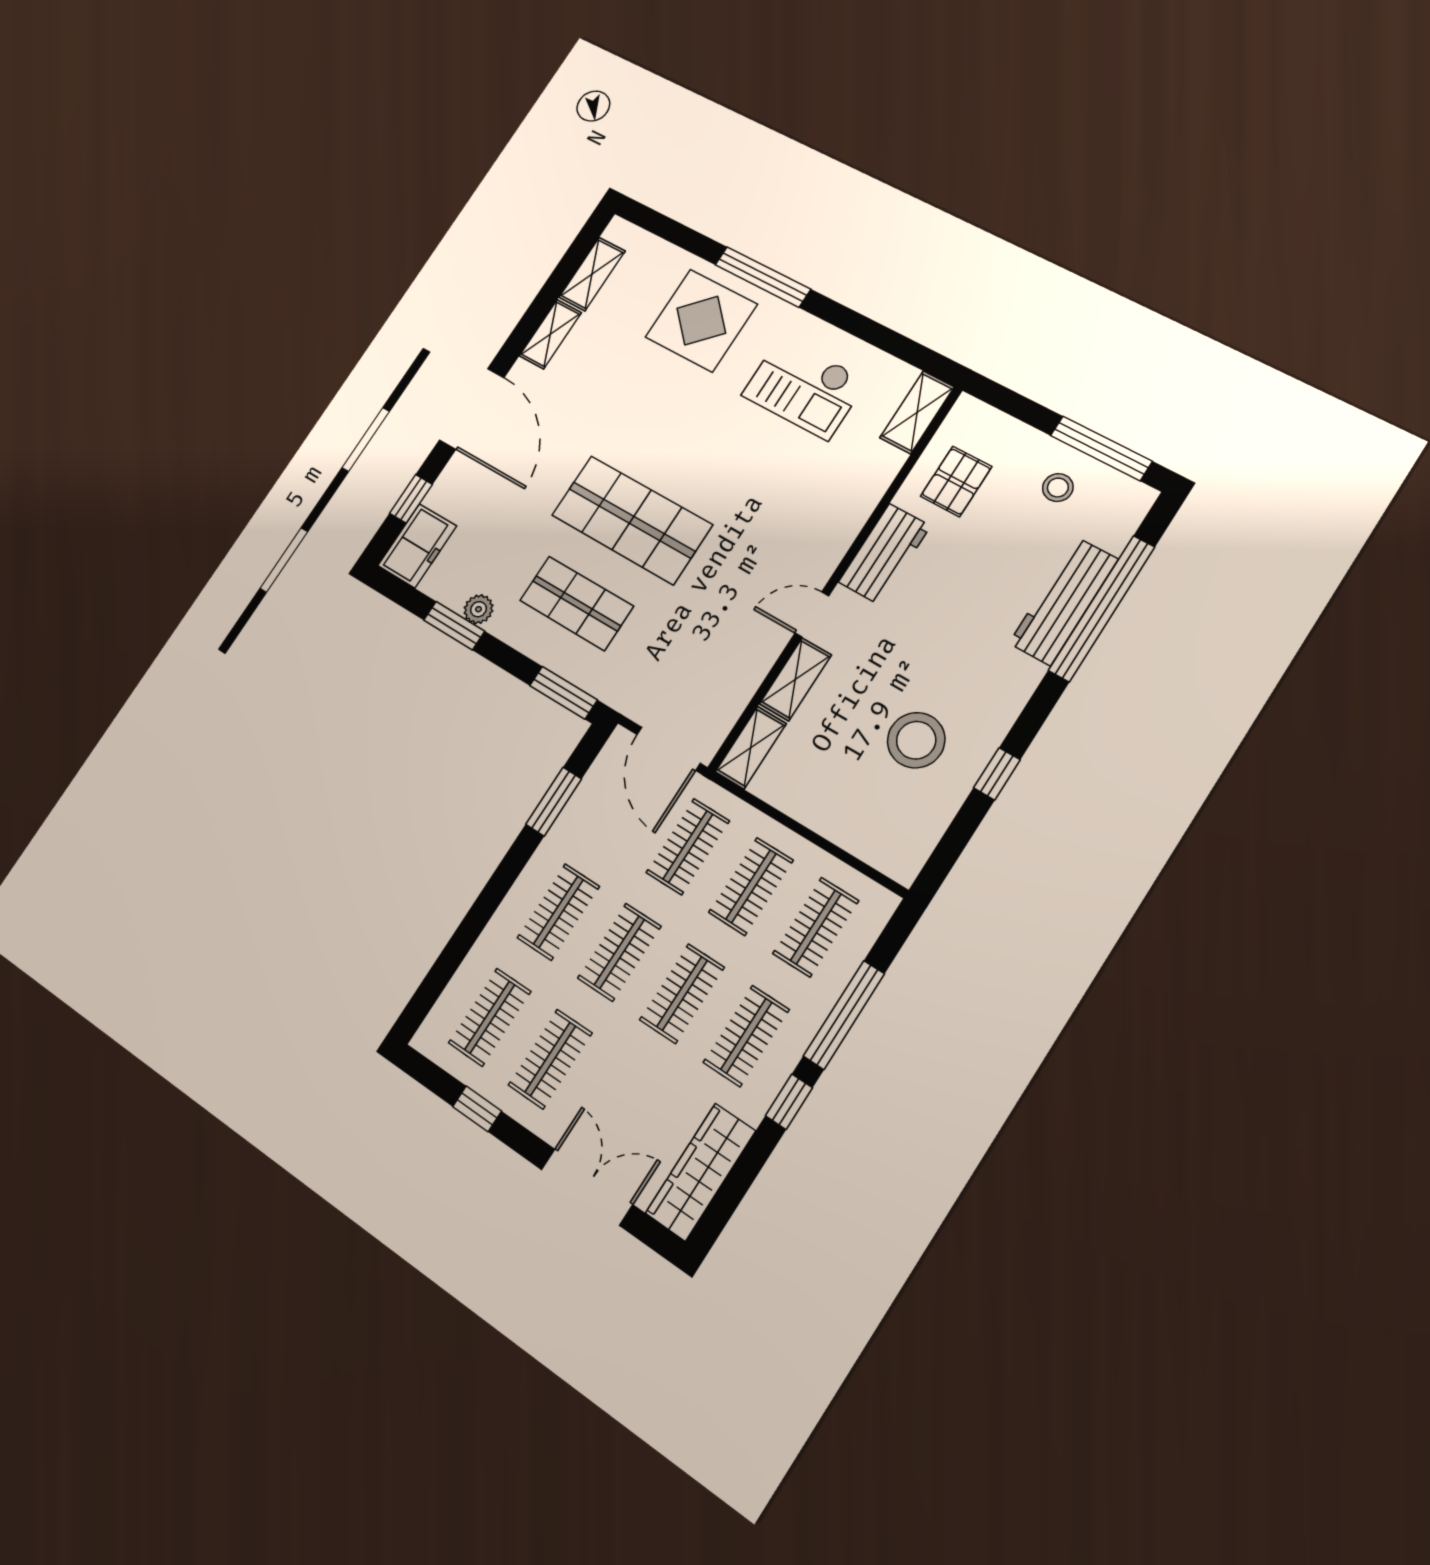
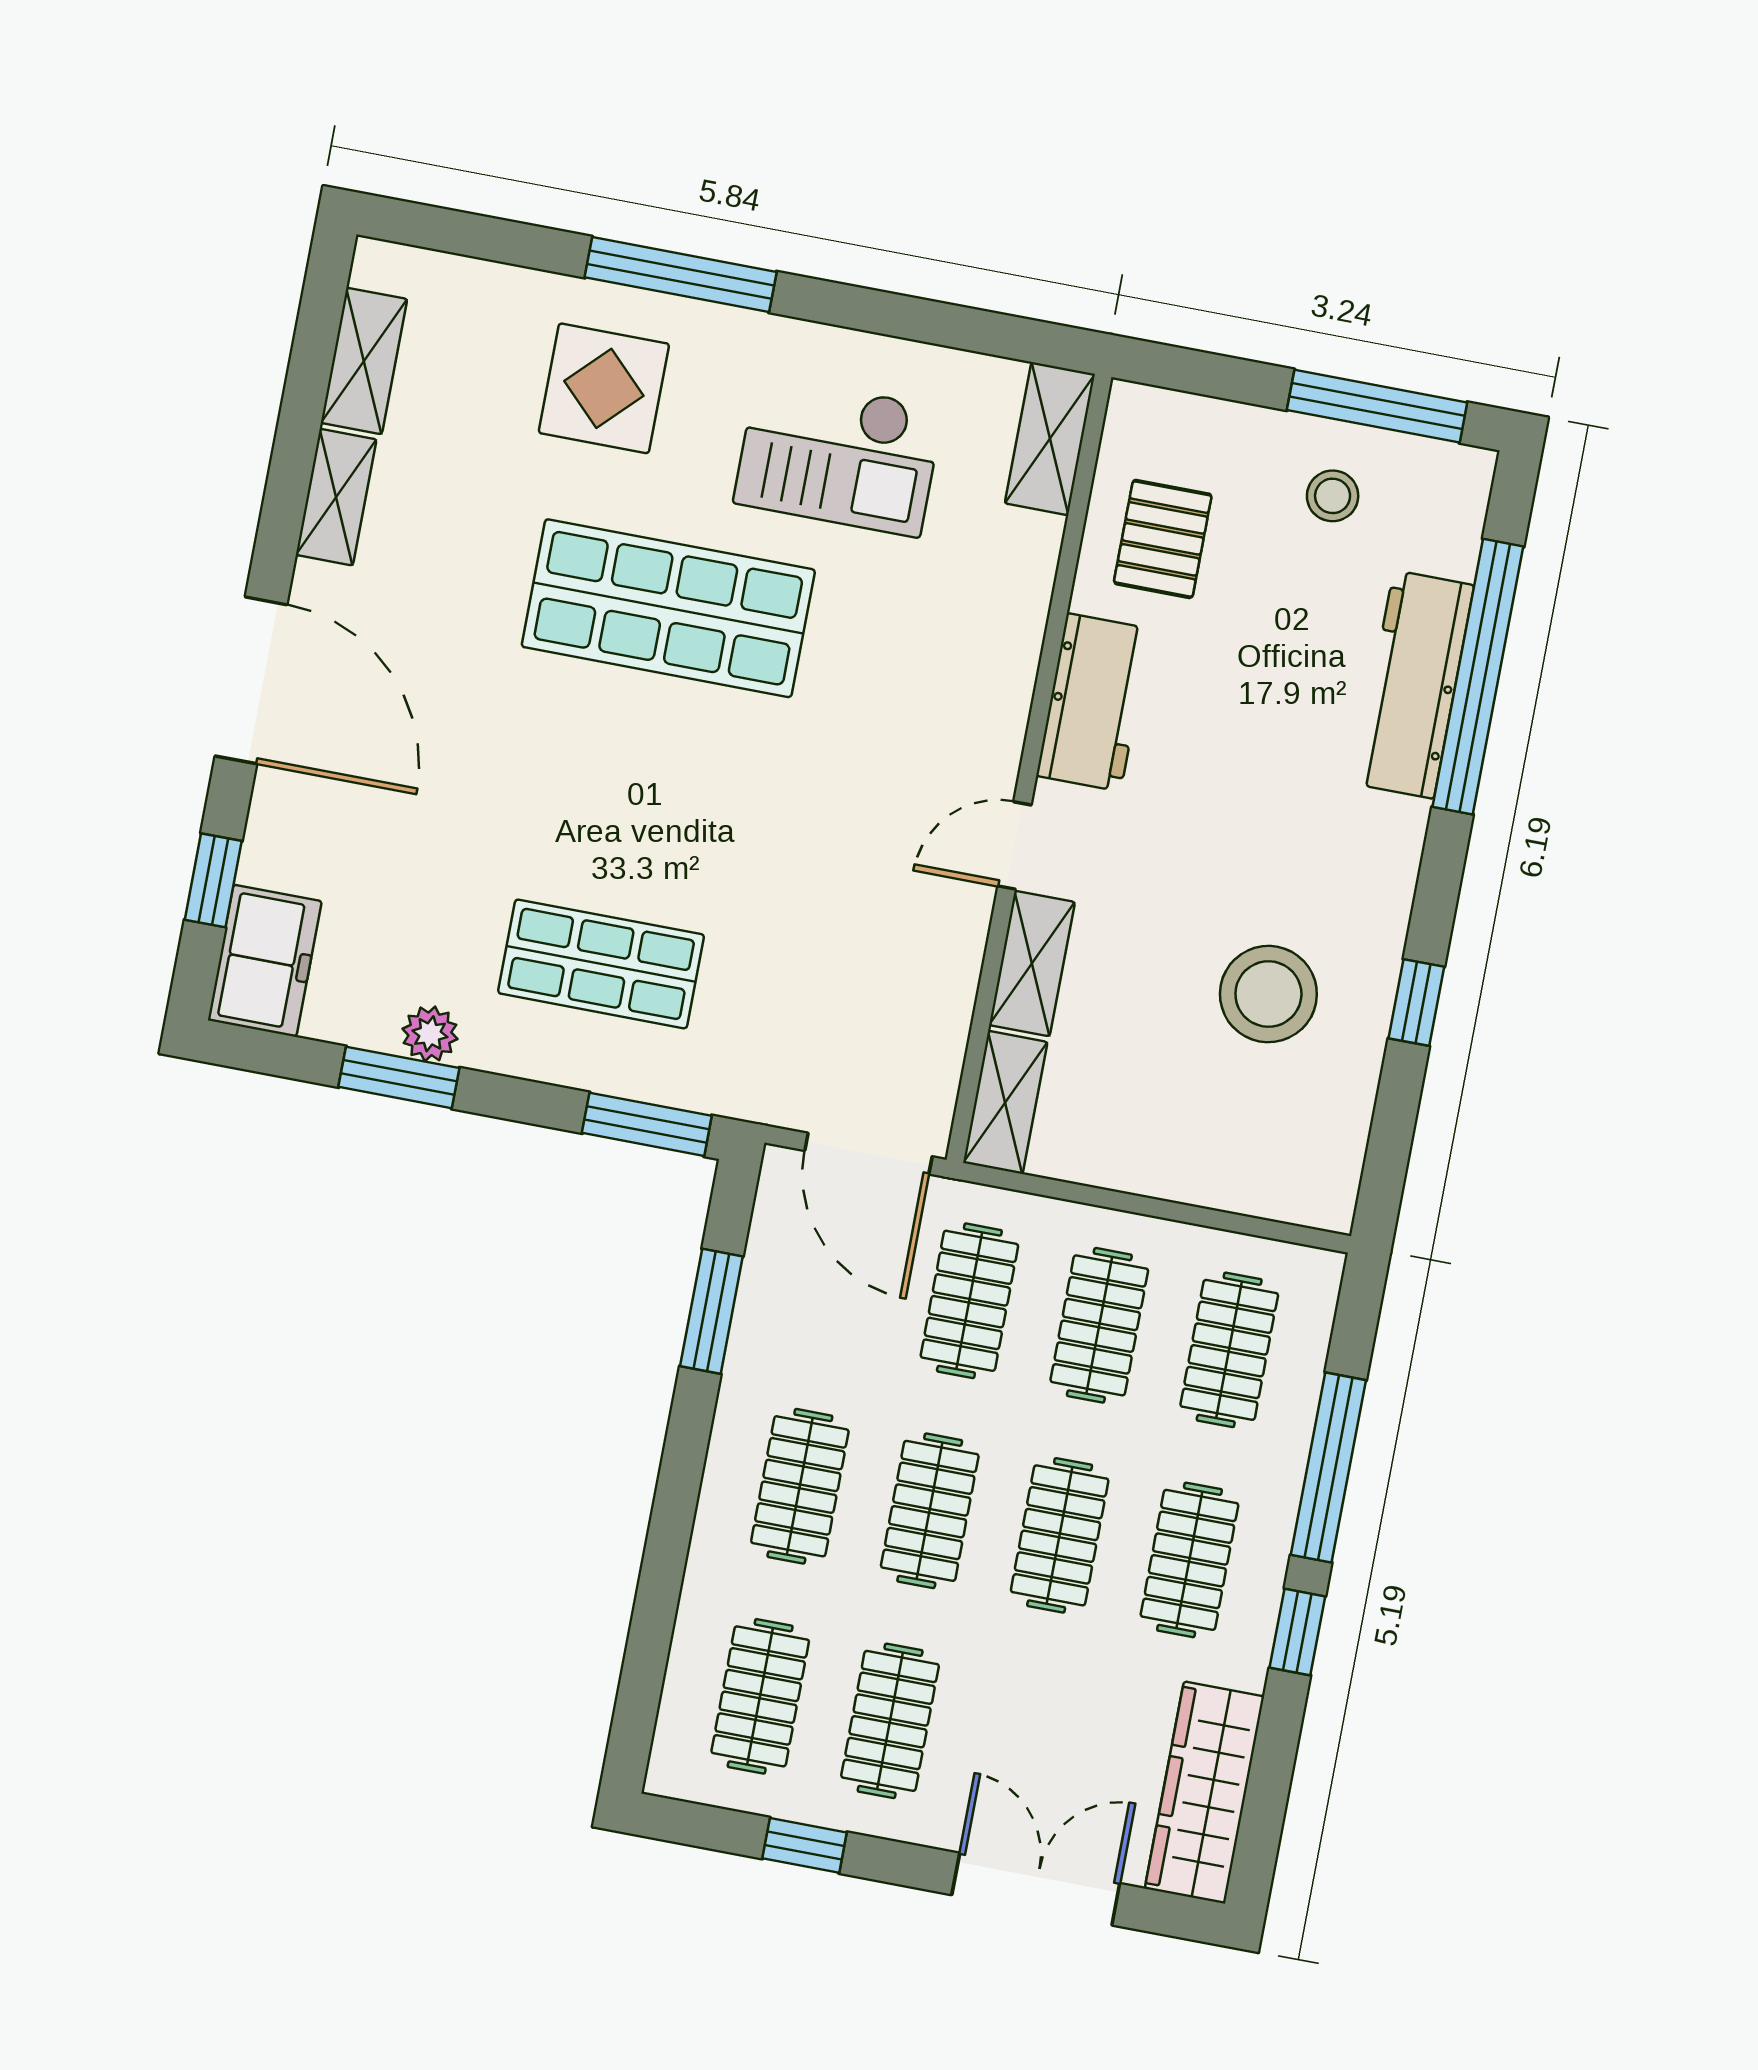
display table: (701, 321) -> (604, 388), width x0.73, depth x0.73
shop shelf: (632, 520) -> (668, 608), moved

